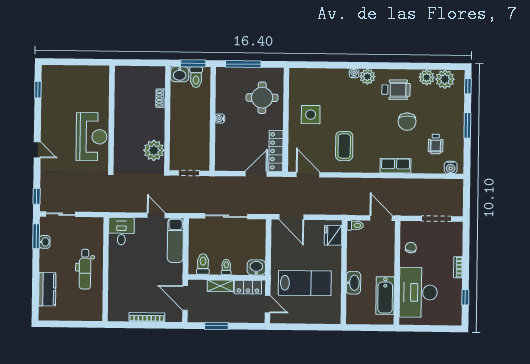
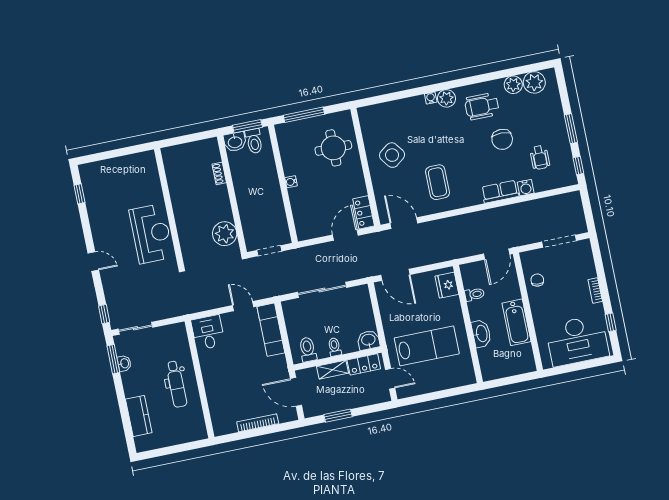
window: (468, 86) -> (578, 166), moved
wheelchair: (396, 90) -> (482, 106), turned 180
side table: (311, 115) -> (392, 155), turned -37
locker: (276, 151) -> (364, 212), width x0.66
water cooler: (451, 167) -> (526, 188), moved
door: (381, 218) -> (497, 254), swing flipped
toilet: (355, 225) -> (475, 294), moved
desk: (418, 292) -> (577, 341), moved, turned -90
bathtub: (385, 296) -> (516, 322), moved

